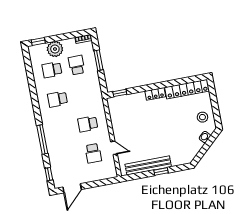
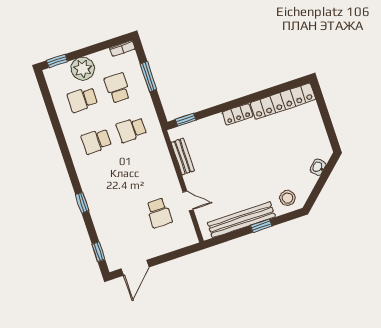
bench: (114, 117) -> (183, 156), added
stool: (202, 117) -> (287, 198), moved
school desk: (88, 124) -> (131, 130), moved
window: (42, 139) -> (82, 203), width x0.46

